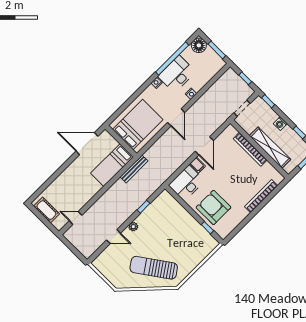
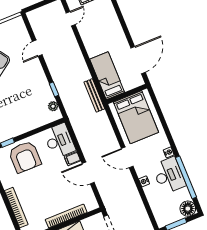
armchair: (213, 207) -> (25, 157), turned 90
plant: (133, 227) -> (53, 106), moved

